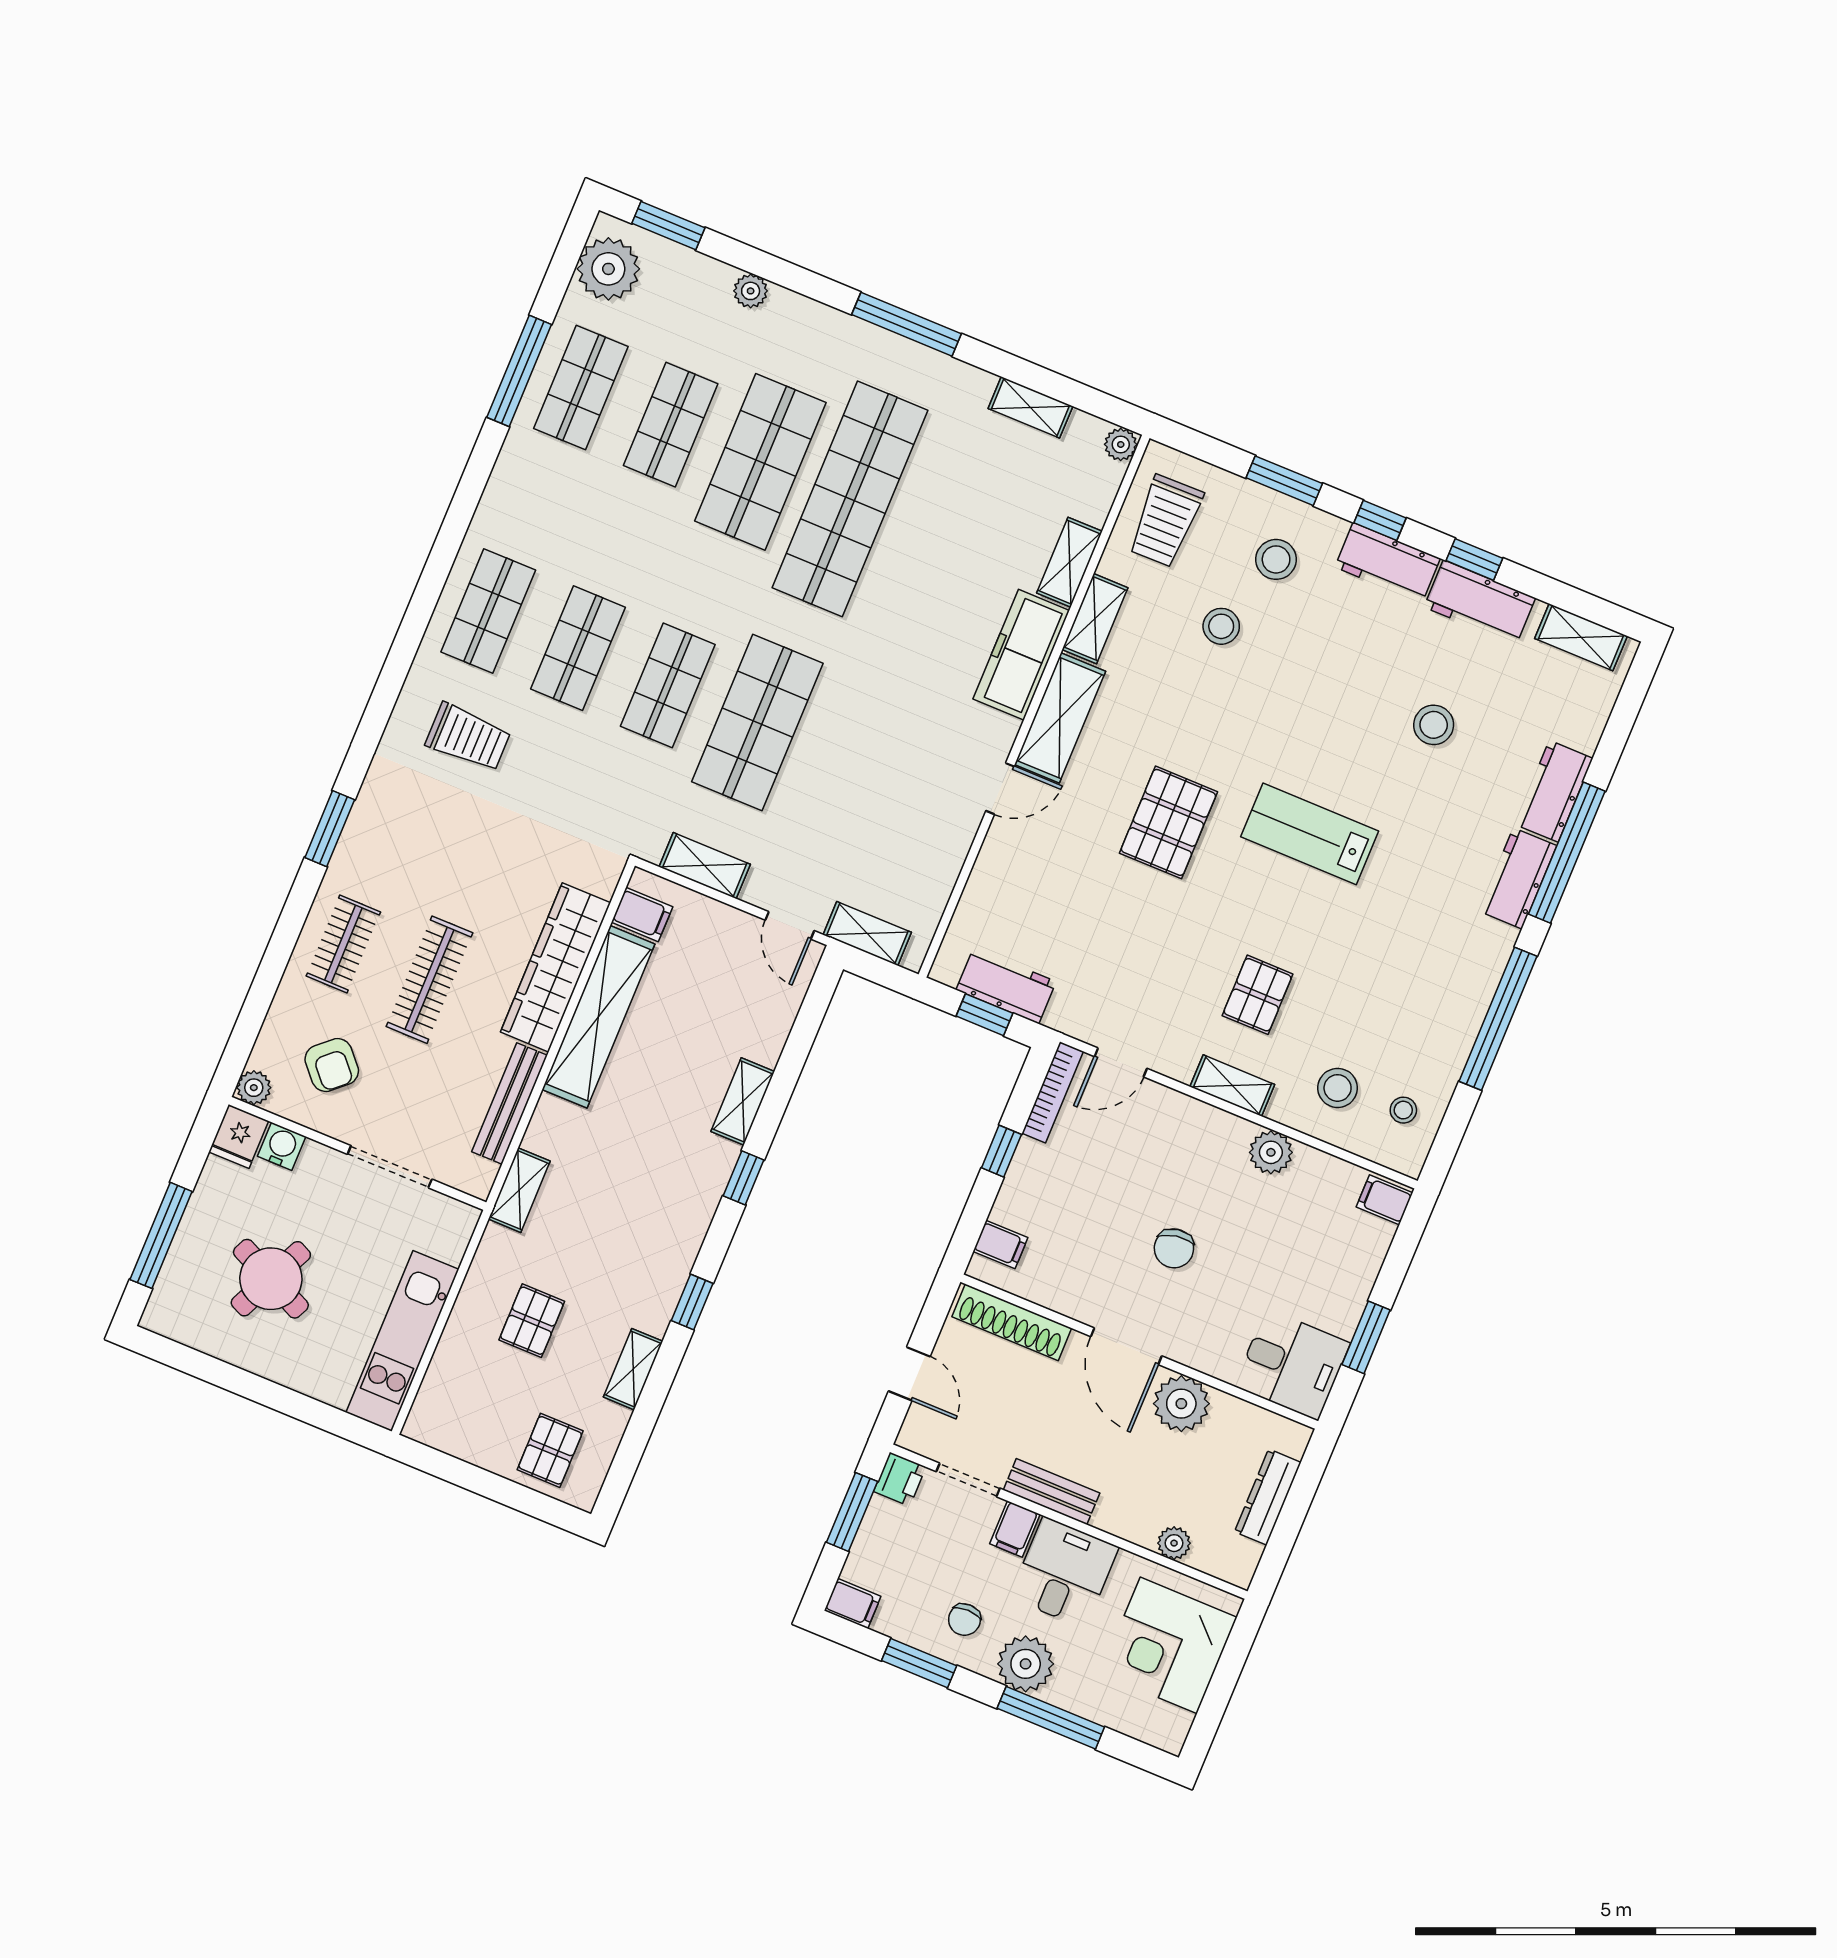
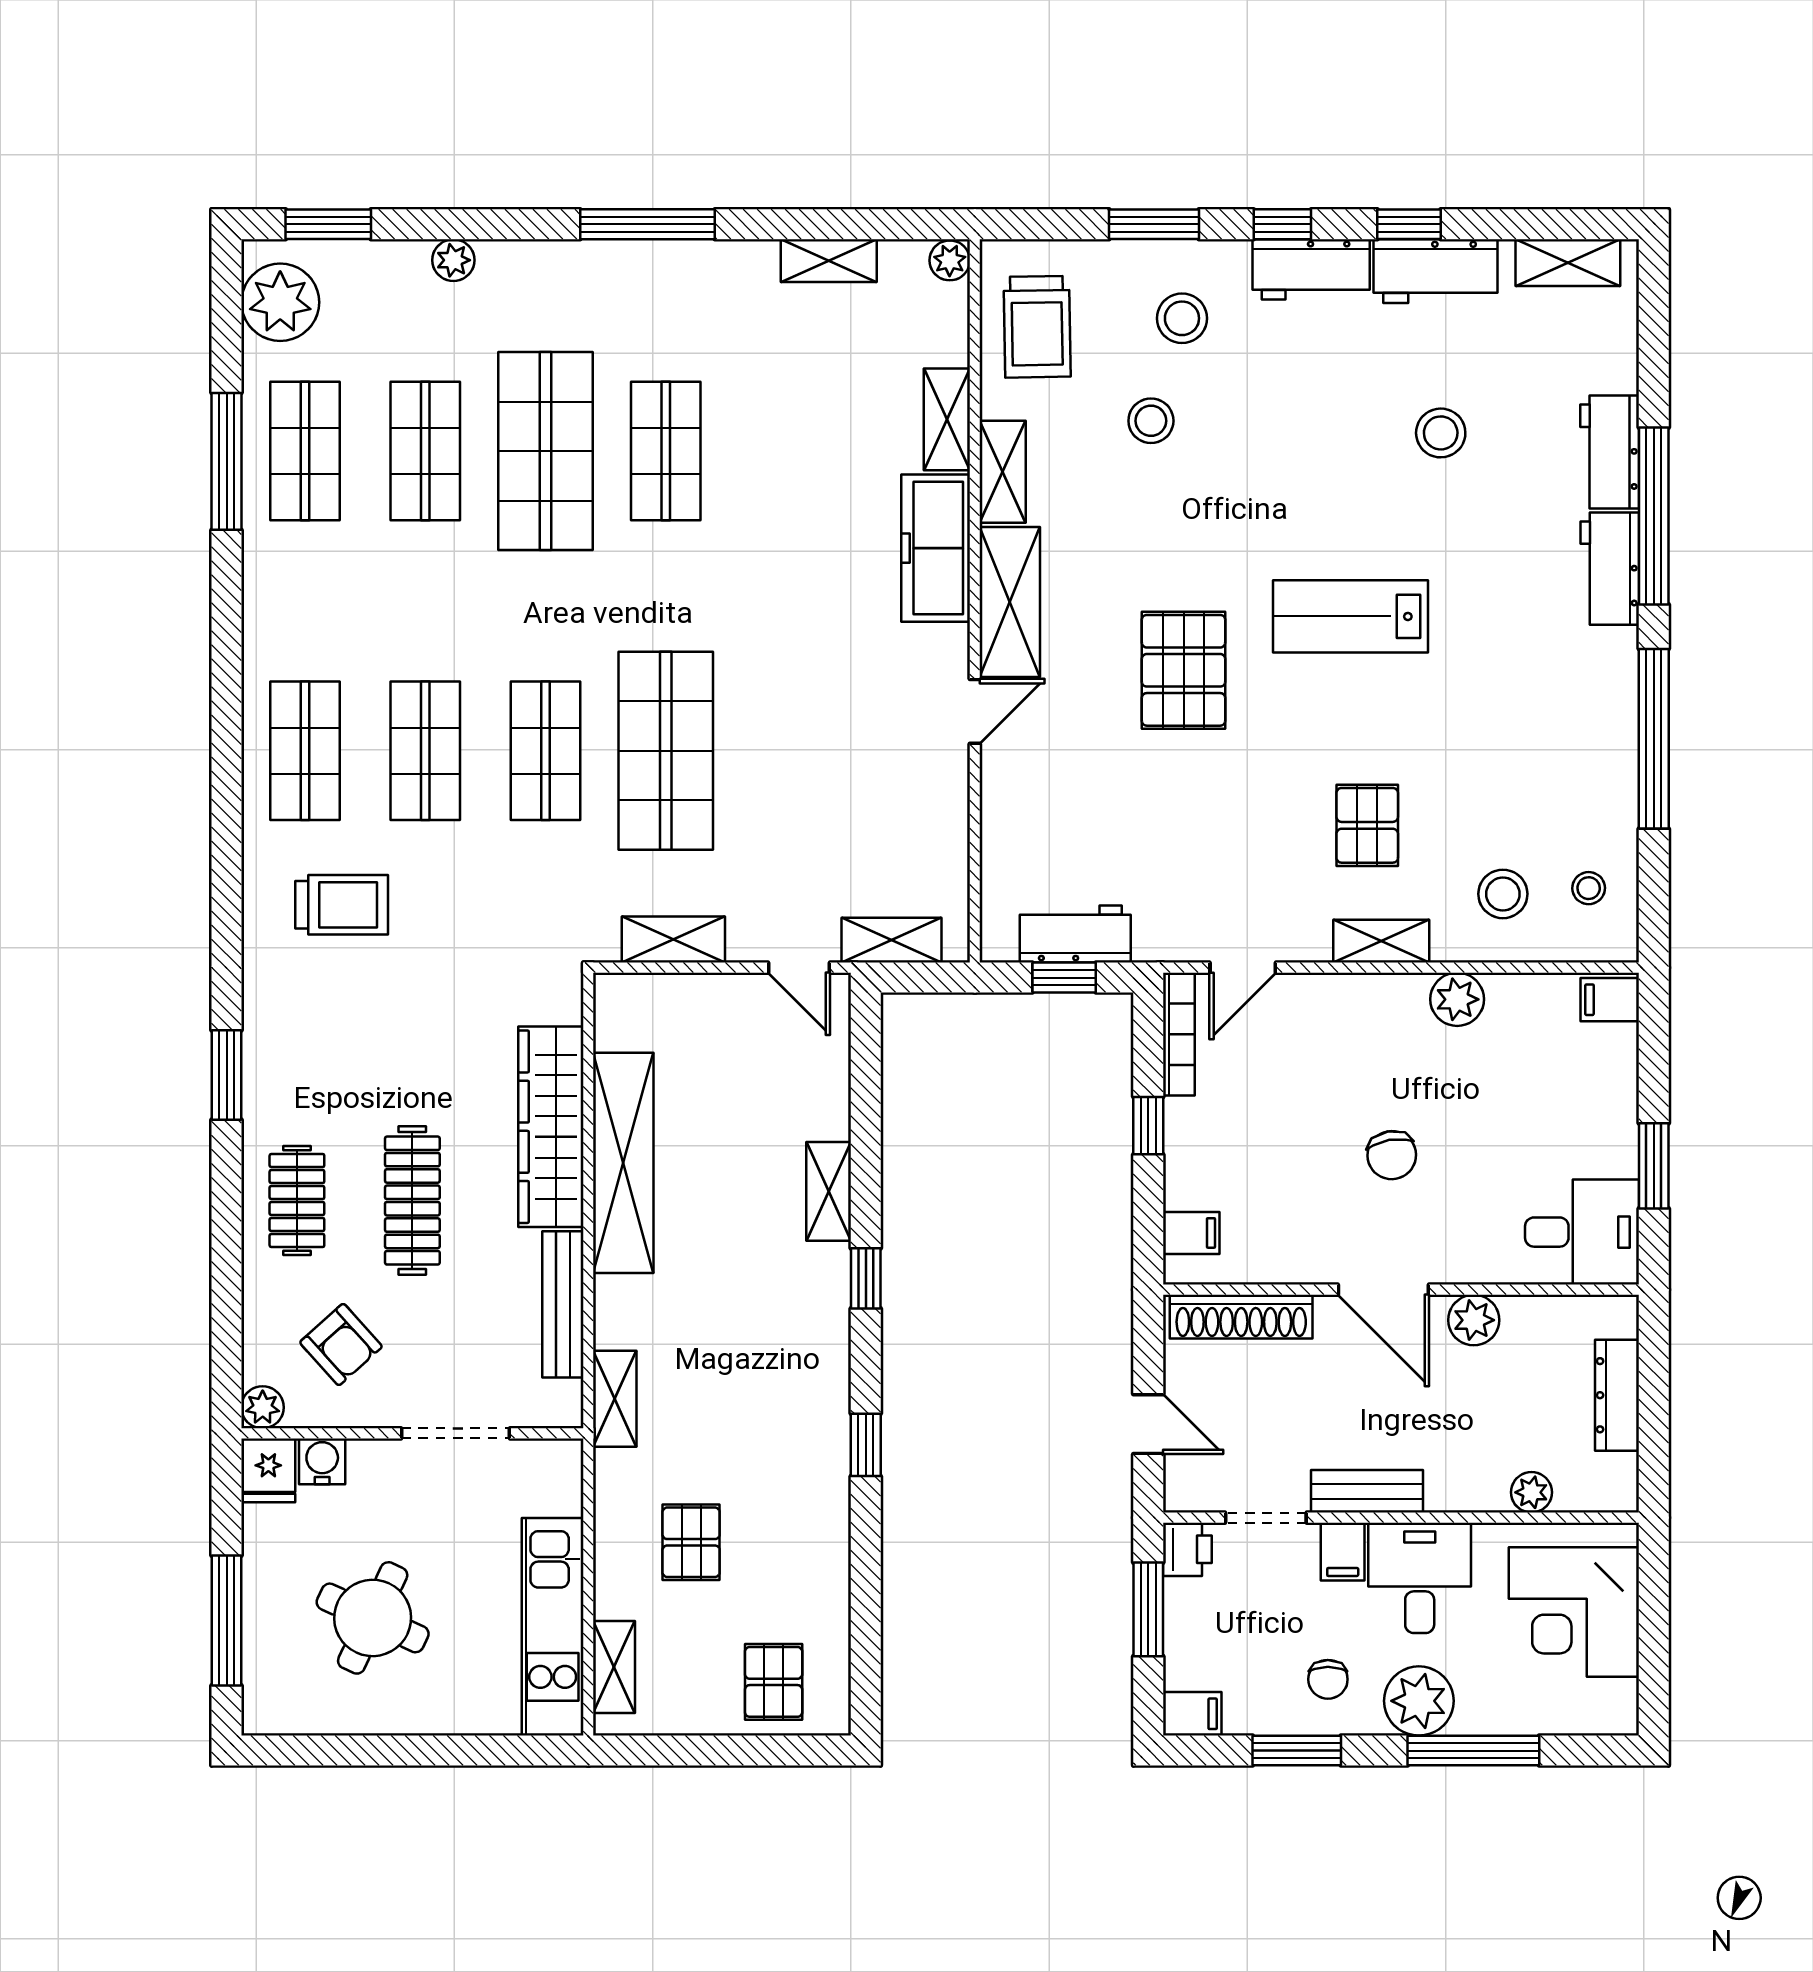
shop shelf: (850, 499) -> (666, 451), width x0.50, depth x0.74
filing cabinet: (642, 914) -> (625, 1025), removed
shelving: (633, 1369) -> (614, 1667), moved
plant: (1181, 1404) -> (1474, 1320), width x0.73, depth x0.73

